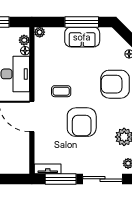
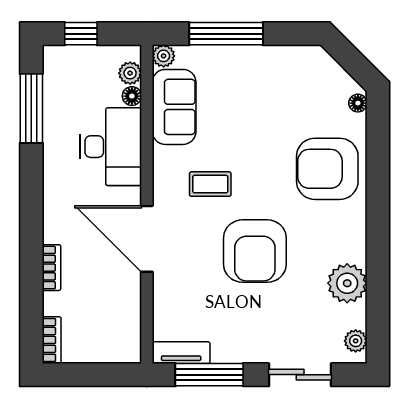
window: (82, 22) -> (226, 34), moved
sofa: (82, 37) -> (174, 107), moved, turned -90
sliding door: (102, 179) -> (300, 375), width x0.73

